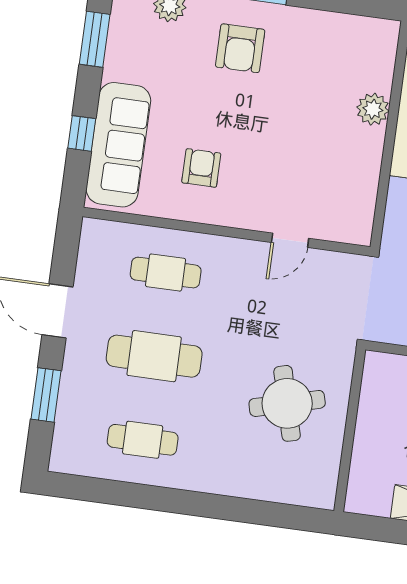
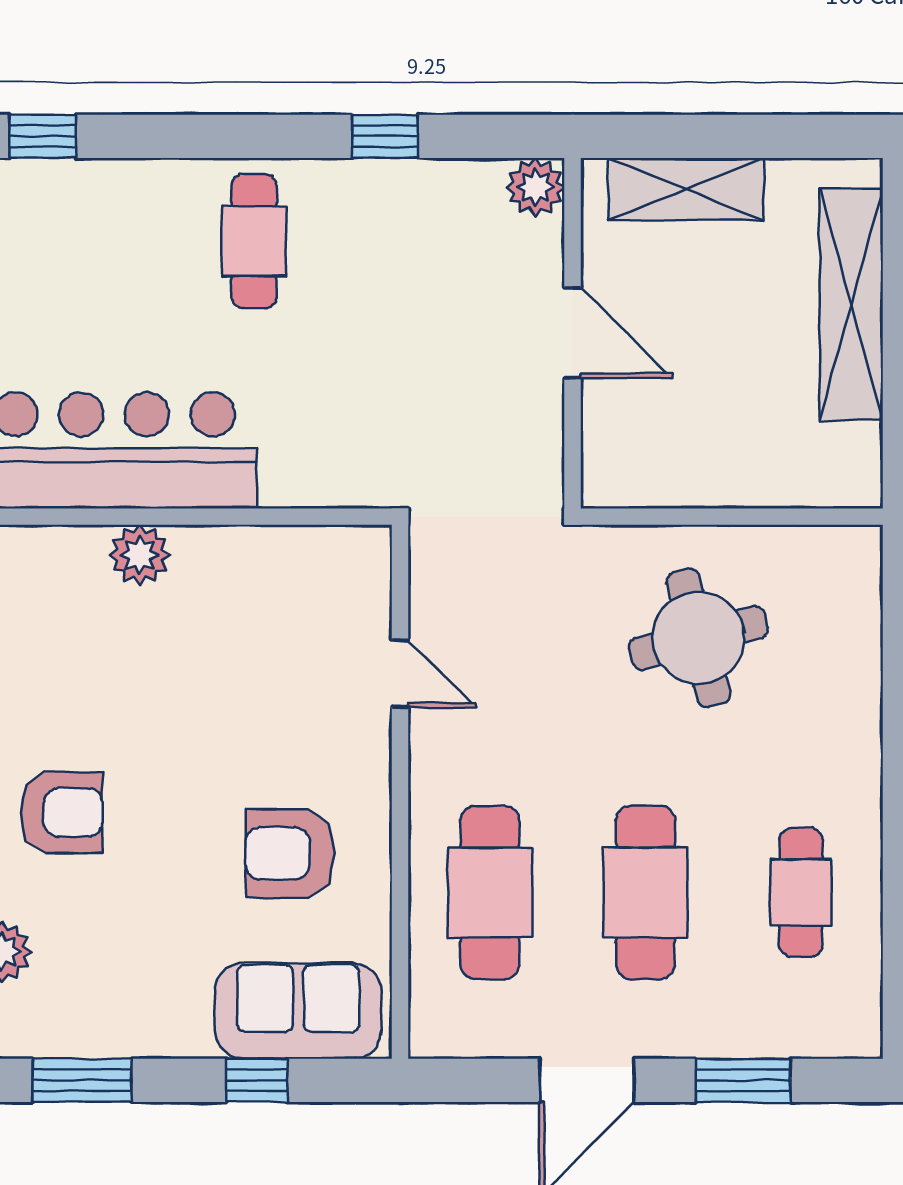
sofa: (118, 145) -> (298, 1011), width x0.73
armchair: (201, 168) -> (290, 853), width x1.38, depth x1.38
cafe table: (166, 273) -> (490, 893), width x1.37, depth x1.35

